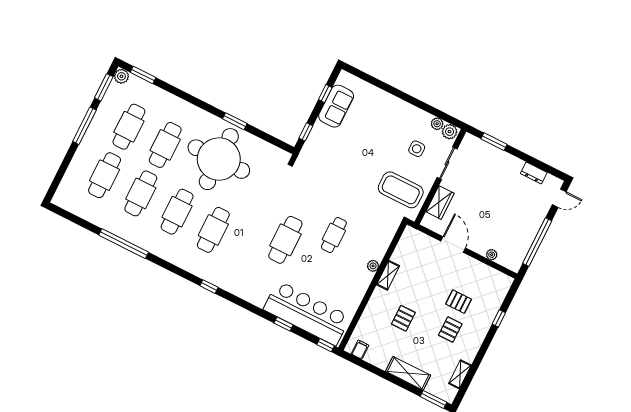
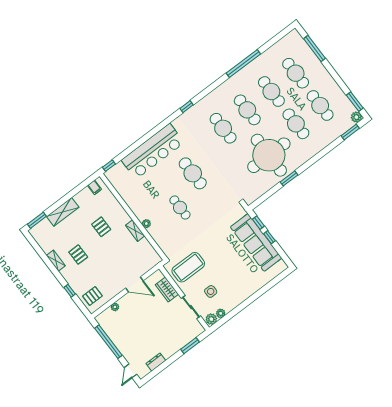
window: (325, 94) -> (269, 237), moved
sofa: (336, 106) -> (256, 243), width x1.85, depth x1.27
window: (84, 126) -> (315, 49), moved
pallet: (459, 302) -> (92, 296), moved
bar counter: (307, 313) -> (153, 151), moved
window: (284, 324) -> (137, 144), removed
shelving: (460, 374) -> (56, 261), moved

